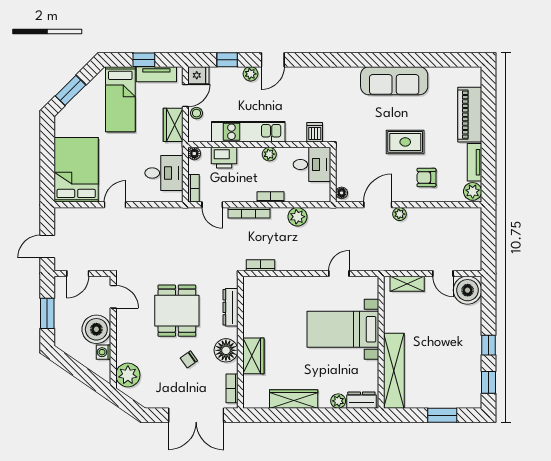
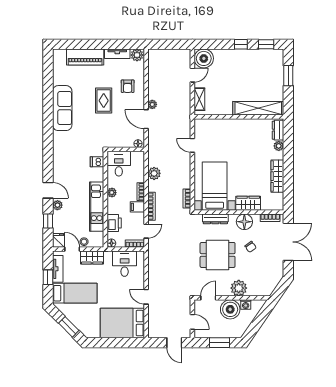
filing cabinet: (248, 192) -> (137, 207), added
bed with nightstands: (343, 329) -> (215, 186), moved, turned 180
plant: (128, 375) -> (239, 288), moved

